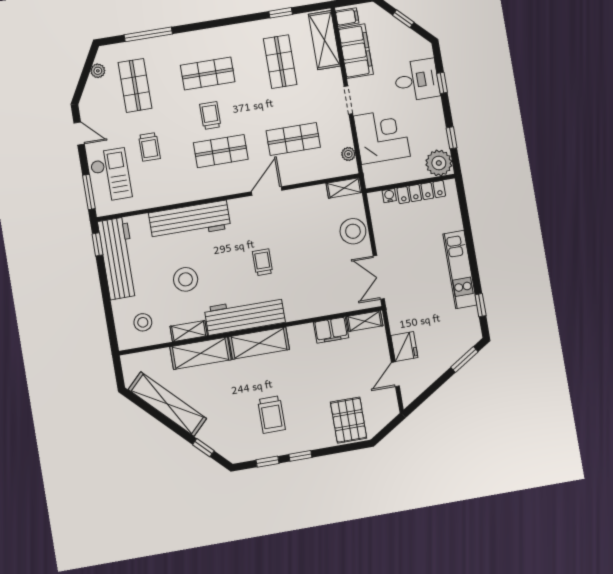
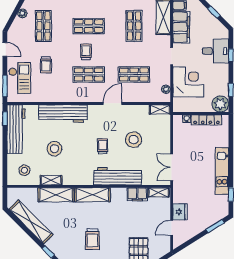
stool: (353, 231) -> (134, 140), moved
workbench: (245, 315) -> (118, 176), moved

